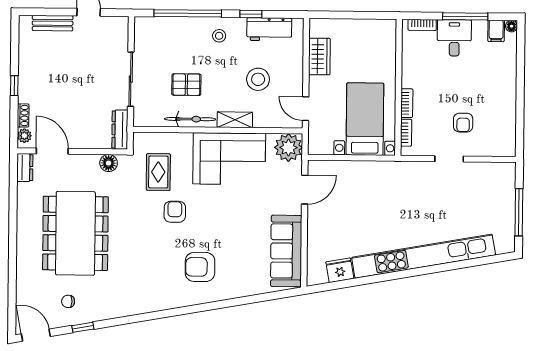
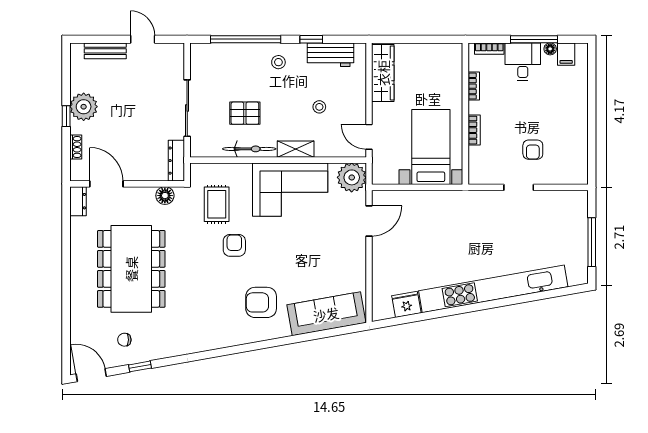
floor lamp: (512, 26) -> (550, 49), moved
wardrobe: (319, 56) -> (383, 73), width x1.50
stool: (258, 79) -> (319, 107), width x0.53, depth x0.53
bookcase: (406, 133) -> (474, 86), moved
plant: (24, 136) -> (84, 107), moved, width x1.87, depth x1.87
sofa: (286, 251) -> (326, 314), moved, turned 80

